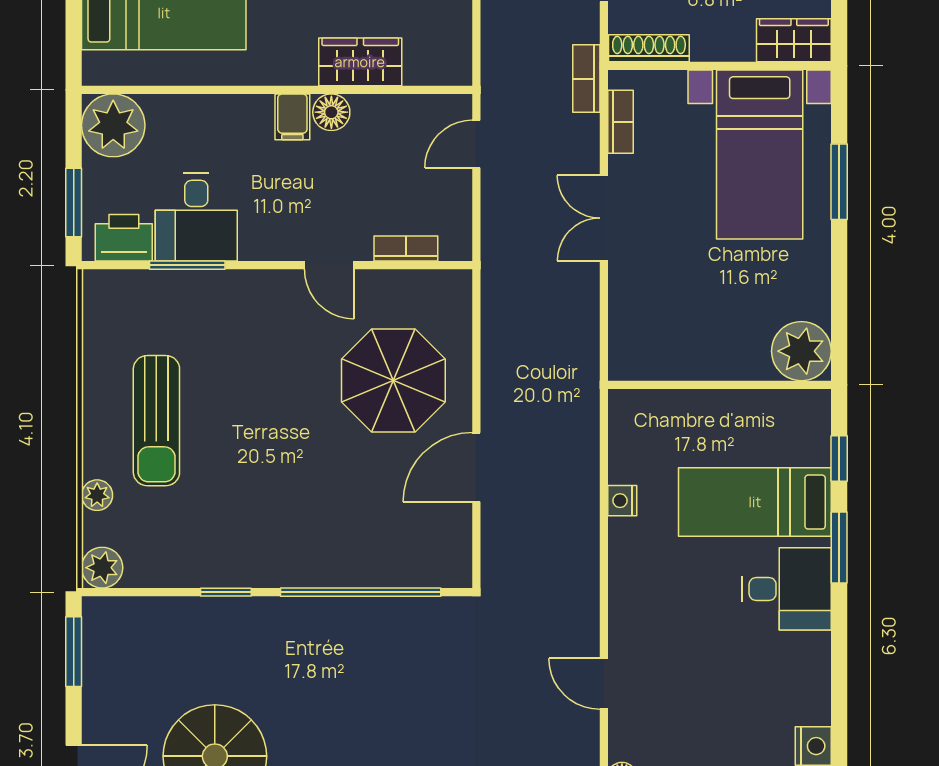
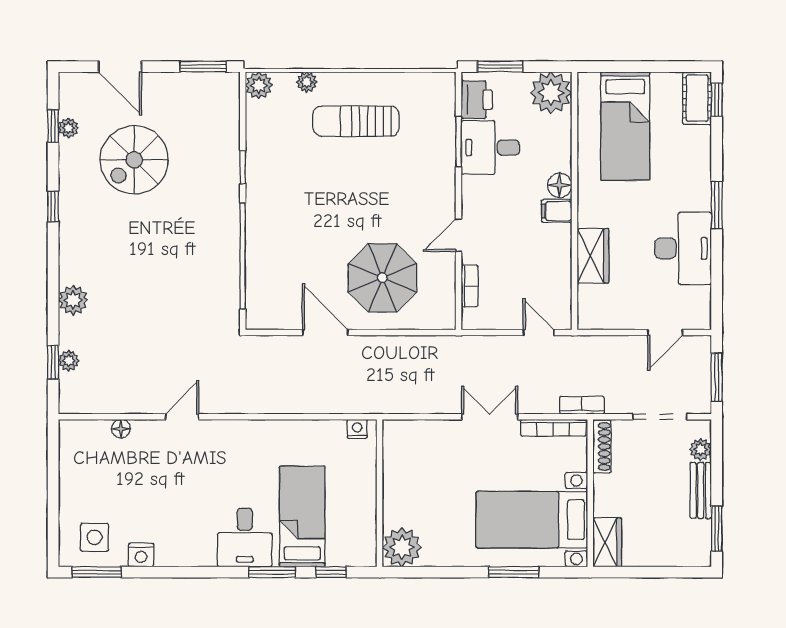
floor lamp: (331, 112) -> (560, 185), moved
bookcase: (621, 122) -> (553, 428), width x1.56
nightstand: (622, 501) -> (357, 429), moved

